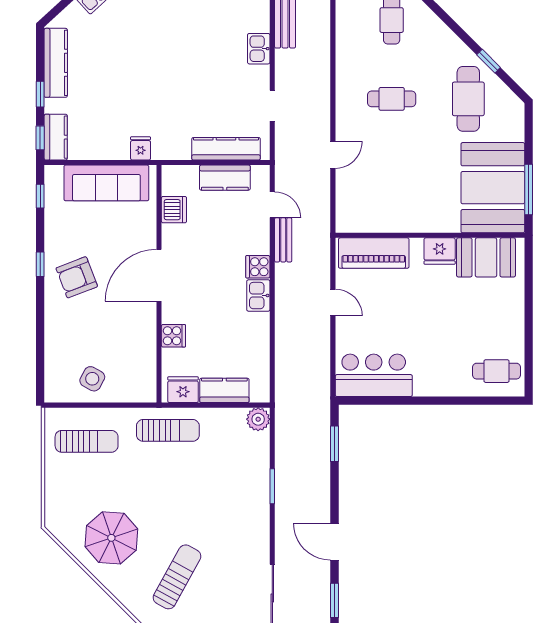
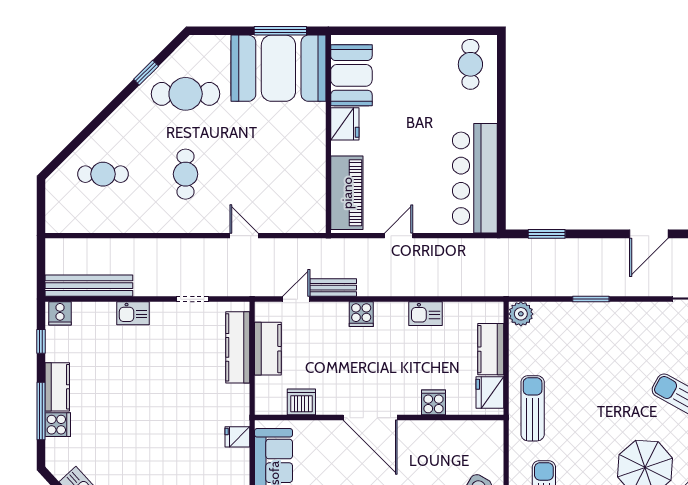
kitchen sink: (258, 296) -> (426, 314), moved
bar counter: (374, 375) -> (475, 178), width x1.36

